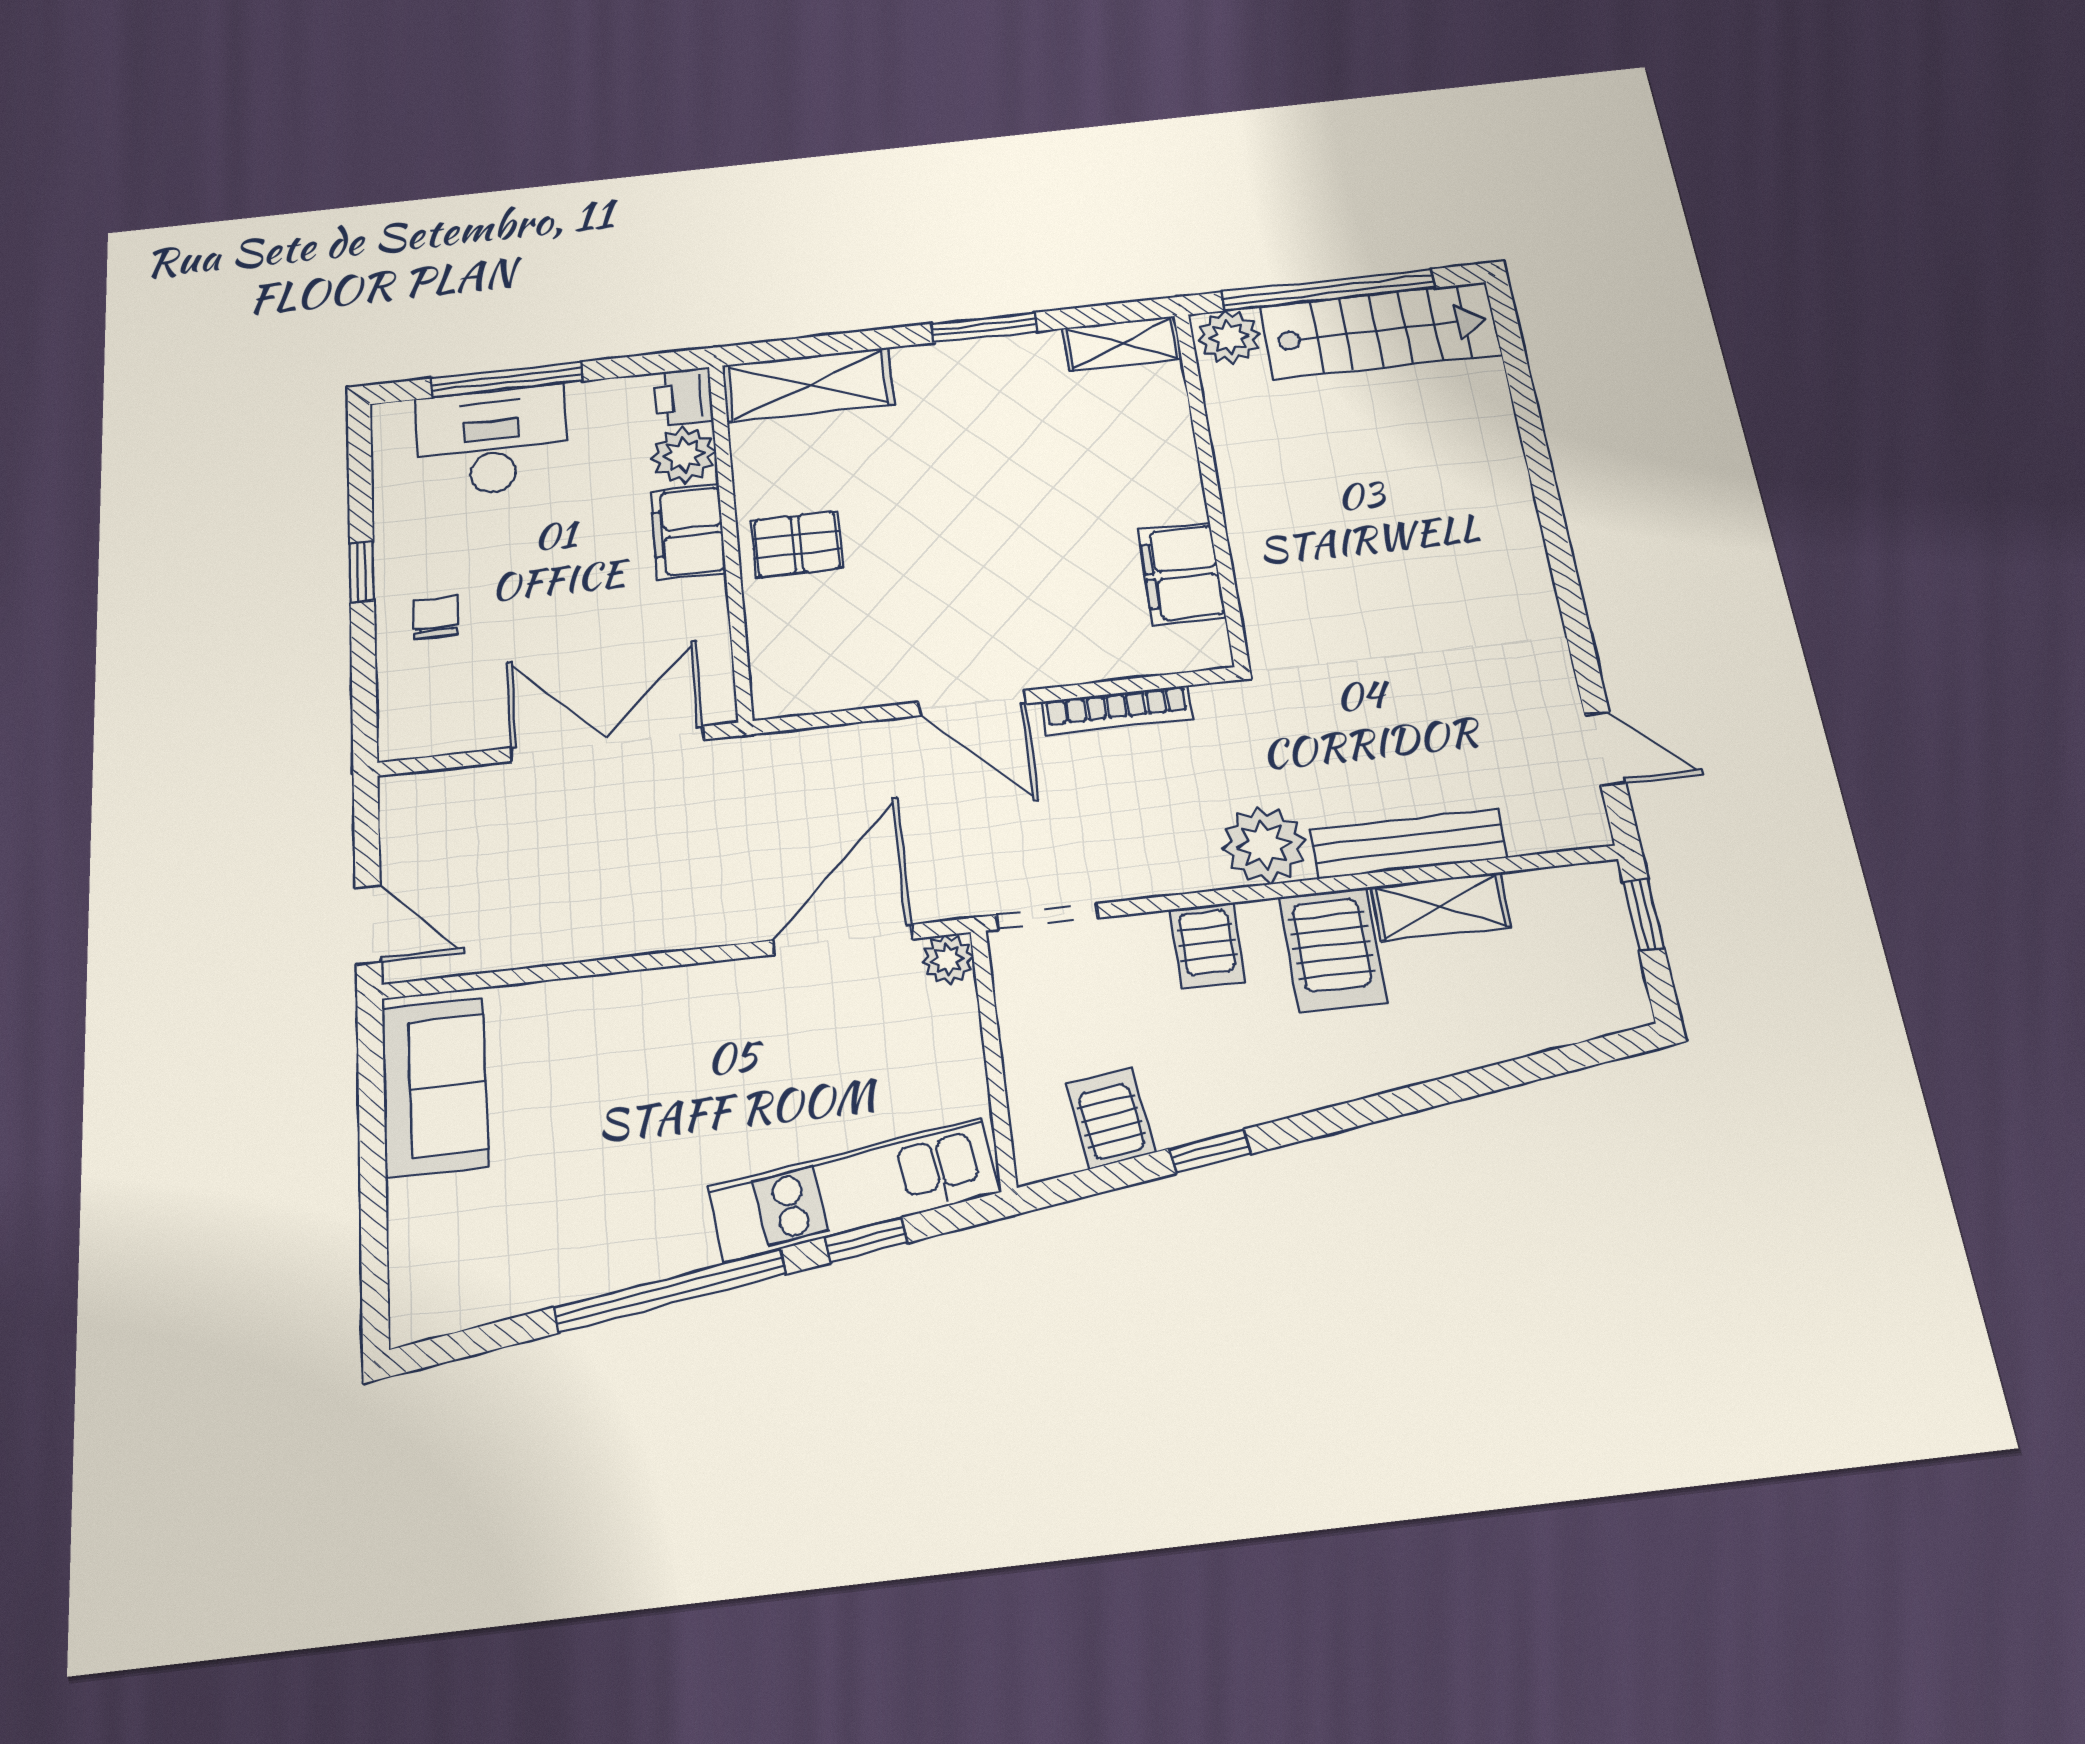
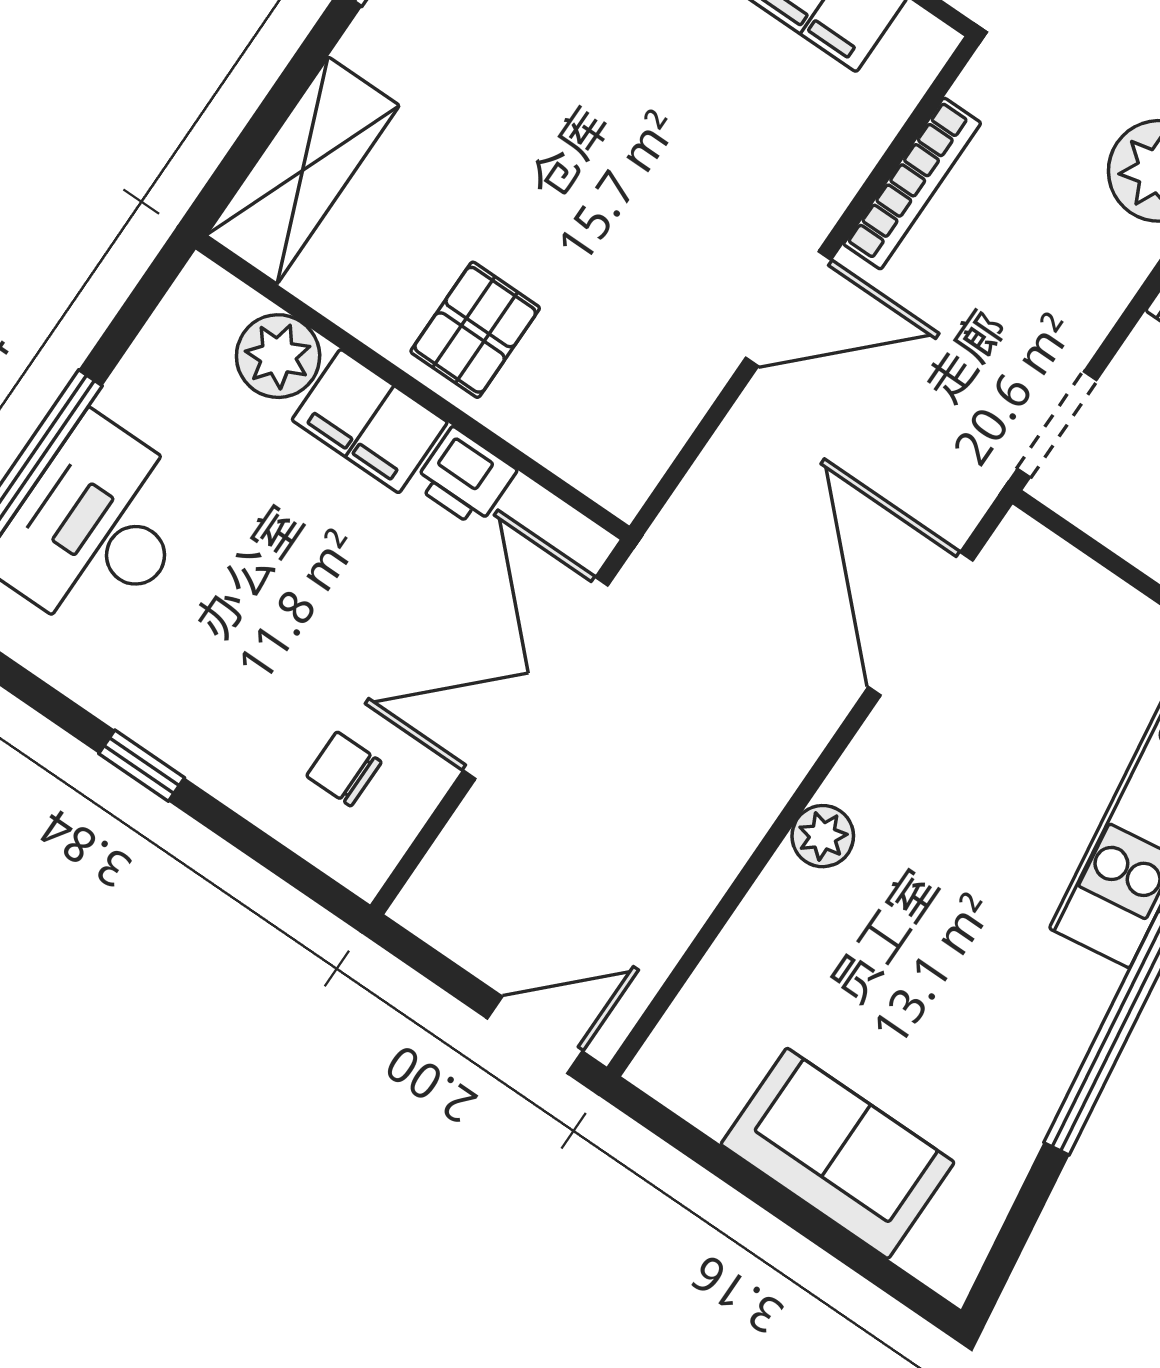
printer: (684, 397) -> (465, 477), moved
chair: (436, 618) -> (344, 769), moved
plant: (948, 960) -> (823, 836), moved
sofa: (435, 1087) -> (838, 1153), moved

